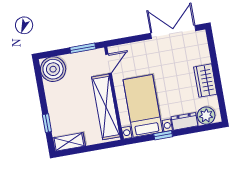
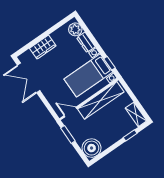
wardrobe: (205, 81) -> (43, 47), moved
window: (163, 135) -> (110, 63), moved

